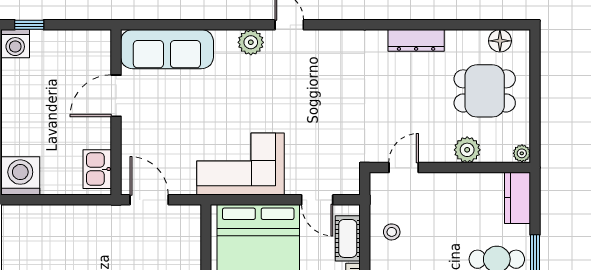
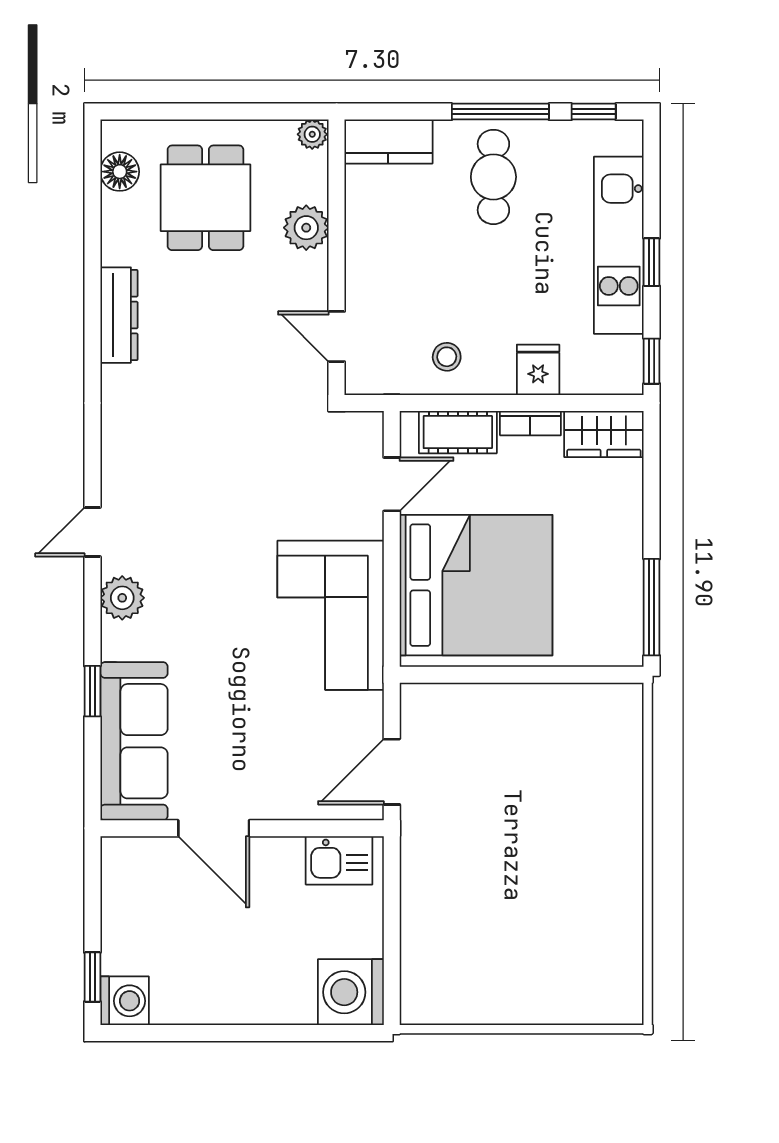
window: (196, 25) -> (92, 691), added

